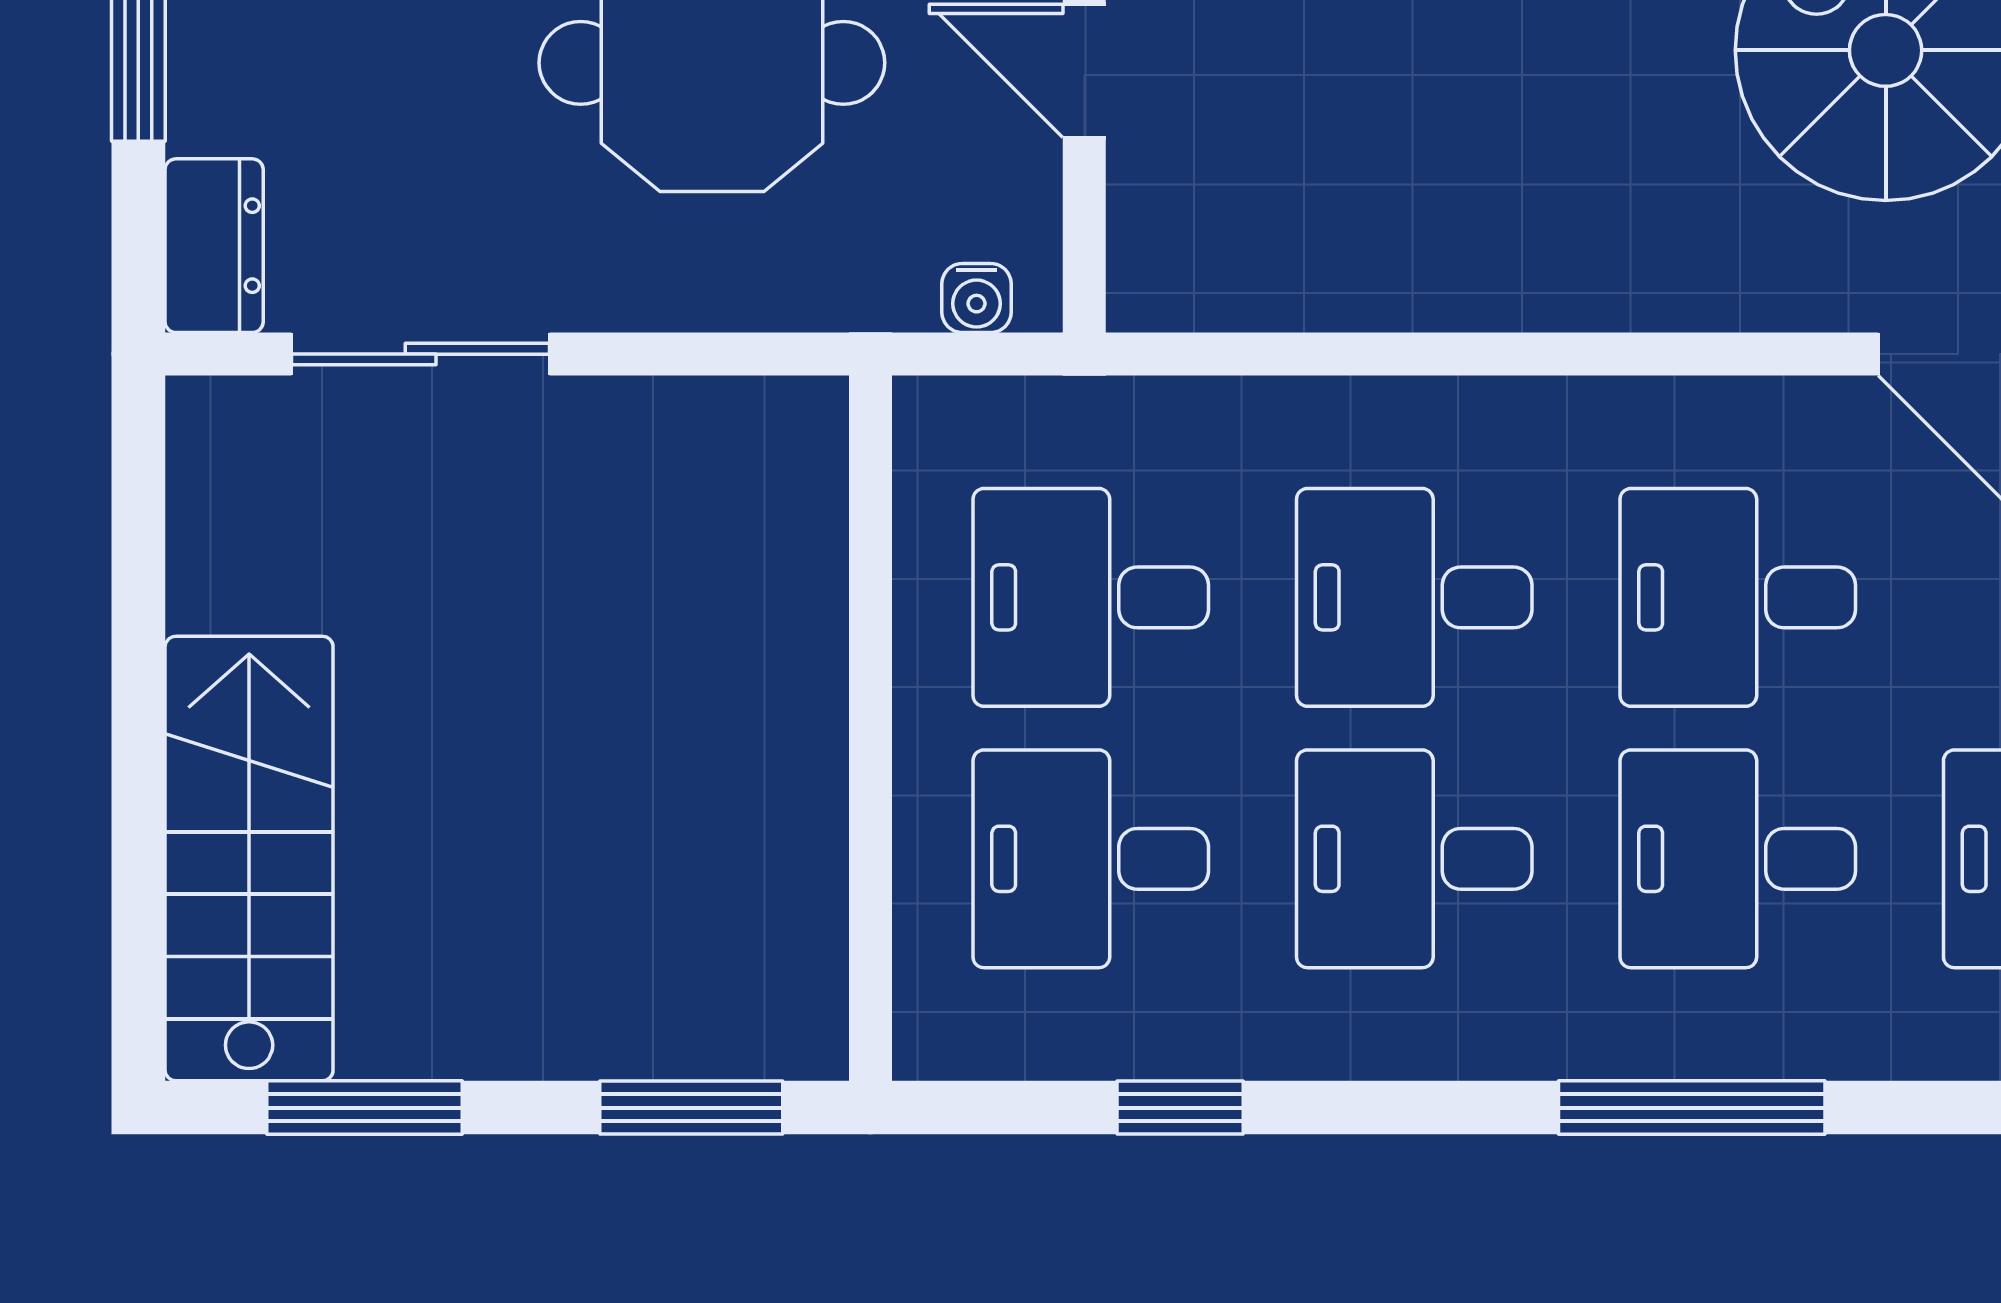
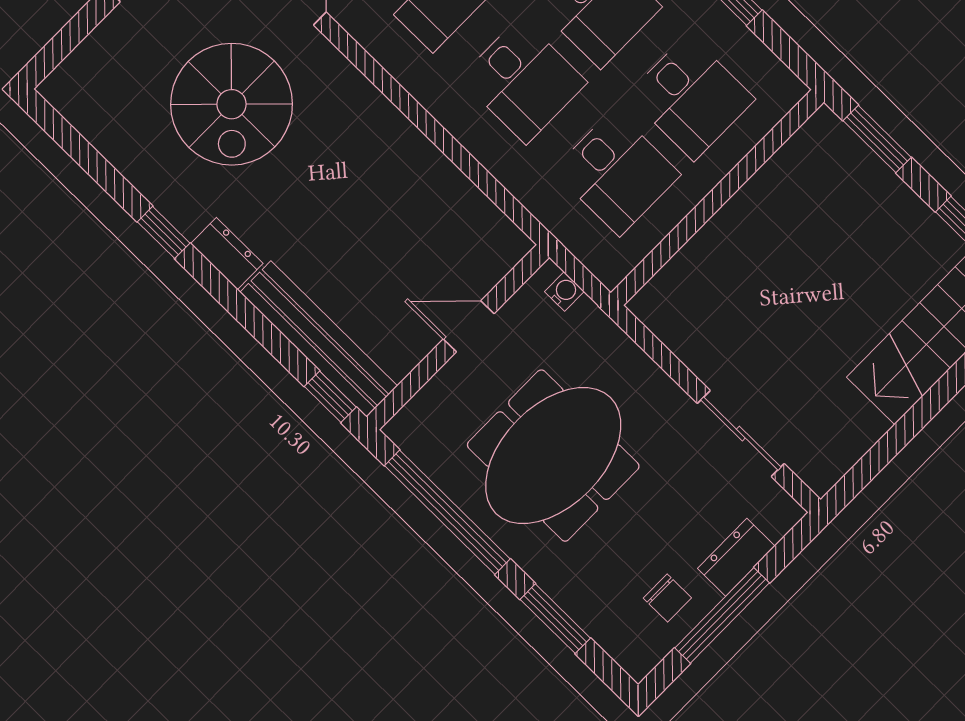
door: (1084, 71) -> (469, 326), swing flipped
dresser: (214, 246) -> (736, 557), moved

